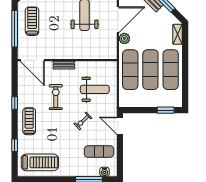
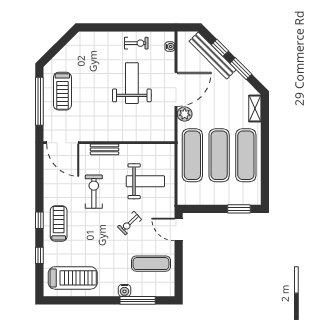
treadmill: (32, 21) -> (62, 91), turned 180
window: (15, 103) -> (39, 220), moved
water cooler: (105, 172) -> (125, 290), moved

